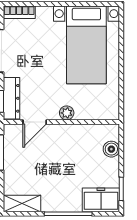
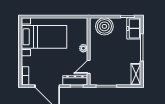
door: (35, 122) -> (89, 67), swing flipped
boiler: (111, 149) -> (104, 26), width x1.86, depth x1.86

